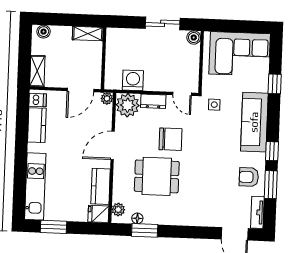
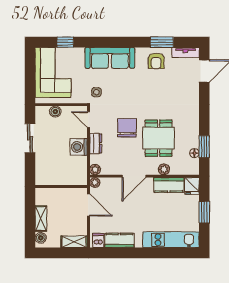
shelving: (88, 34) -> (41, 219), moved
boiler: (194, 38) -> (55, 112), moved
washing machine: (133, 80) -> (79, 147), moved
window: (275, 84) -> (65, 42), moved
door: (182, 94) -> (88, 120), swing flipped
plant: (128, 105) -> (95, 170), width x0.53, depth x0.53
door: (113, 145) -> (134, 176), hinge flipped
window: (272, 151) -> (134, 42), removed
plant: (118, 210) -> (164, 169), moved
window: (54, 227) -> (204, 212), moved

